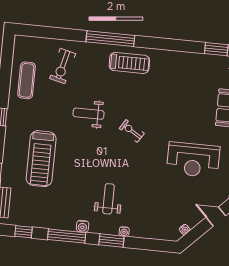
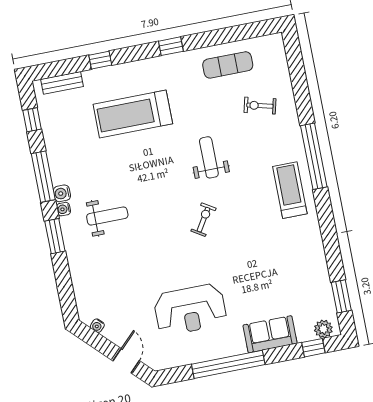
treadmill: (129, 63) -> (290, 190), turned 180
exercise bike: (63, 66) -> (260, 106), width x0.73, depth x0.72
reception desk: (193, 160) -> (190, 310), turned -90
water cooler: (124, 232) -> (63, 209), moved

